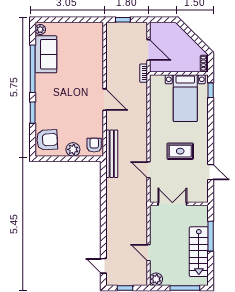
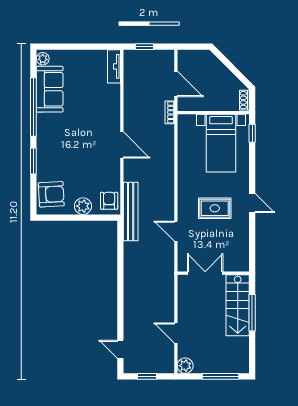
tv unit: (98, 36) -> (114, 66), added
door: (211, 172) -> (252, 203), moved
stairs: (199, 252) -> (238, 305), moved

